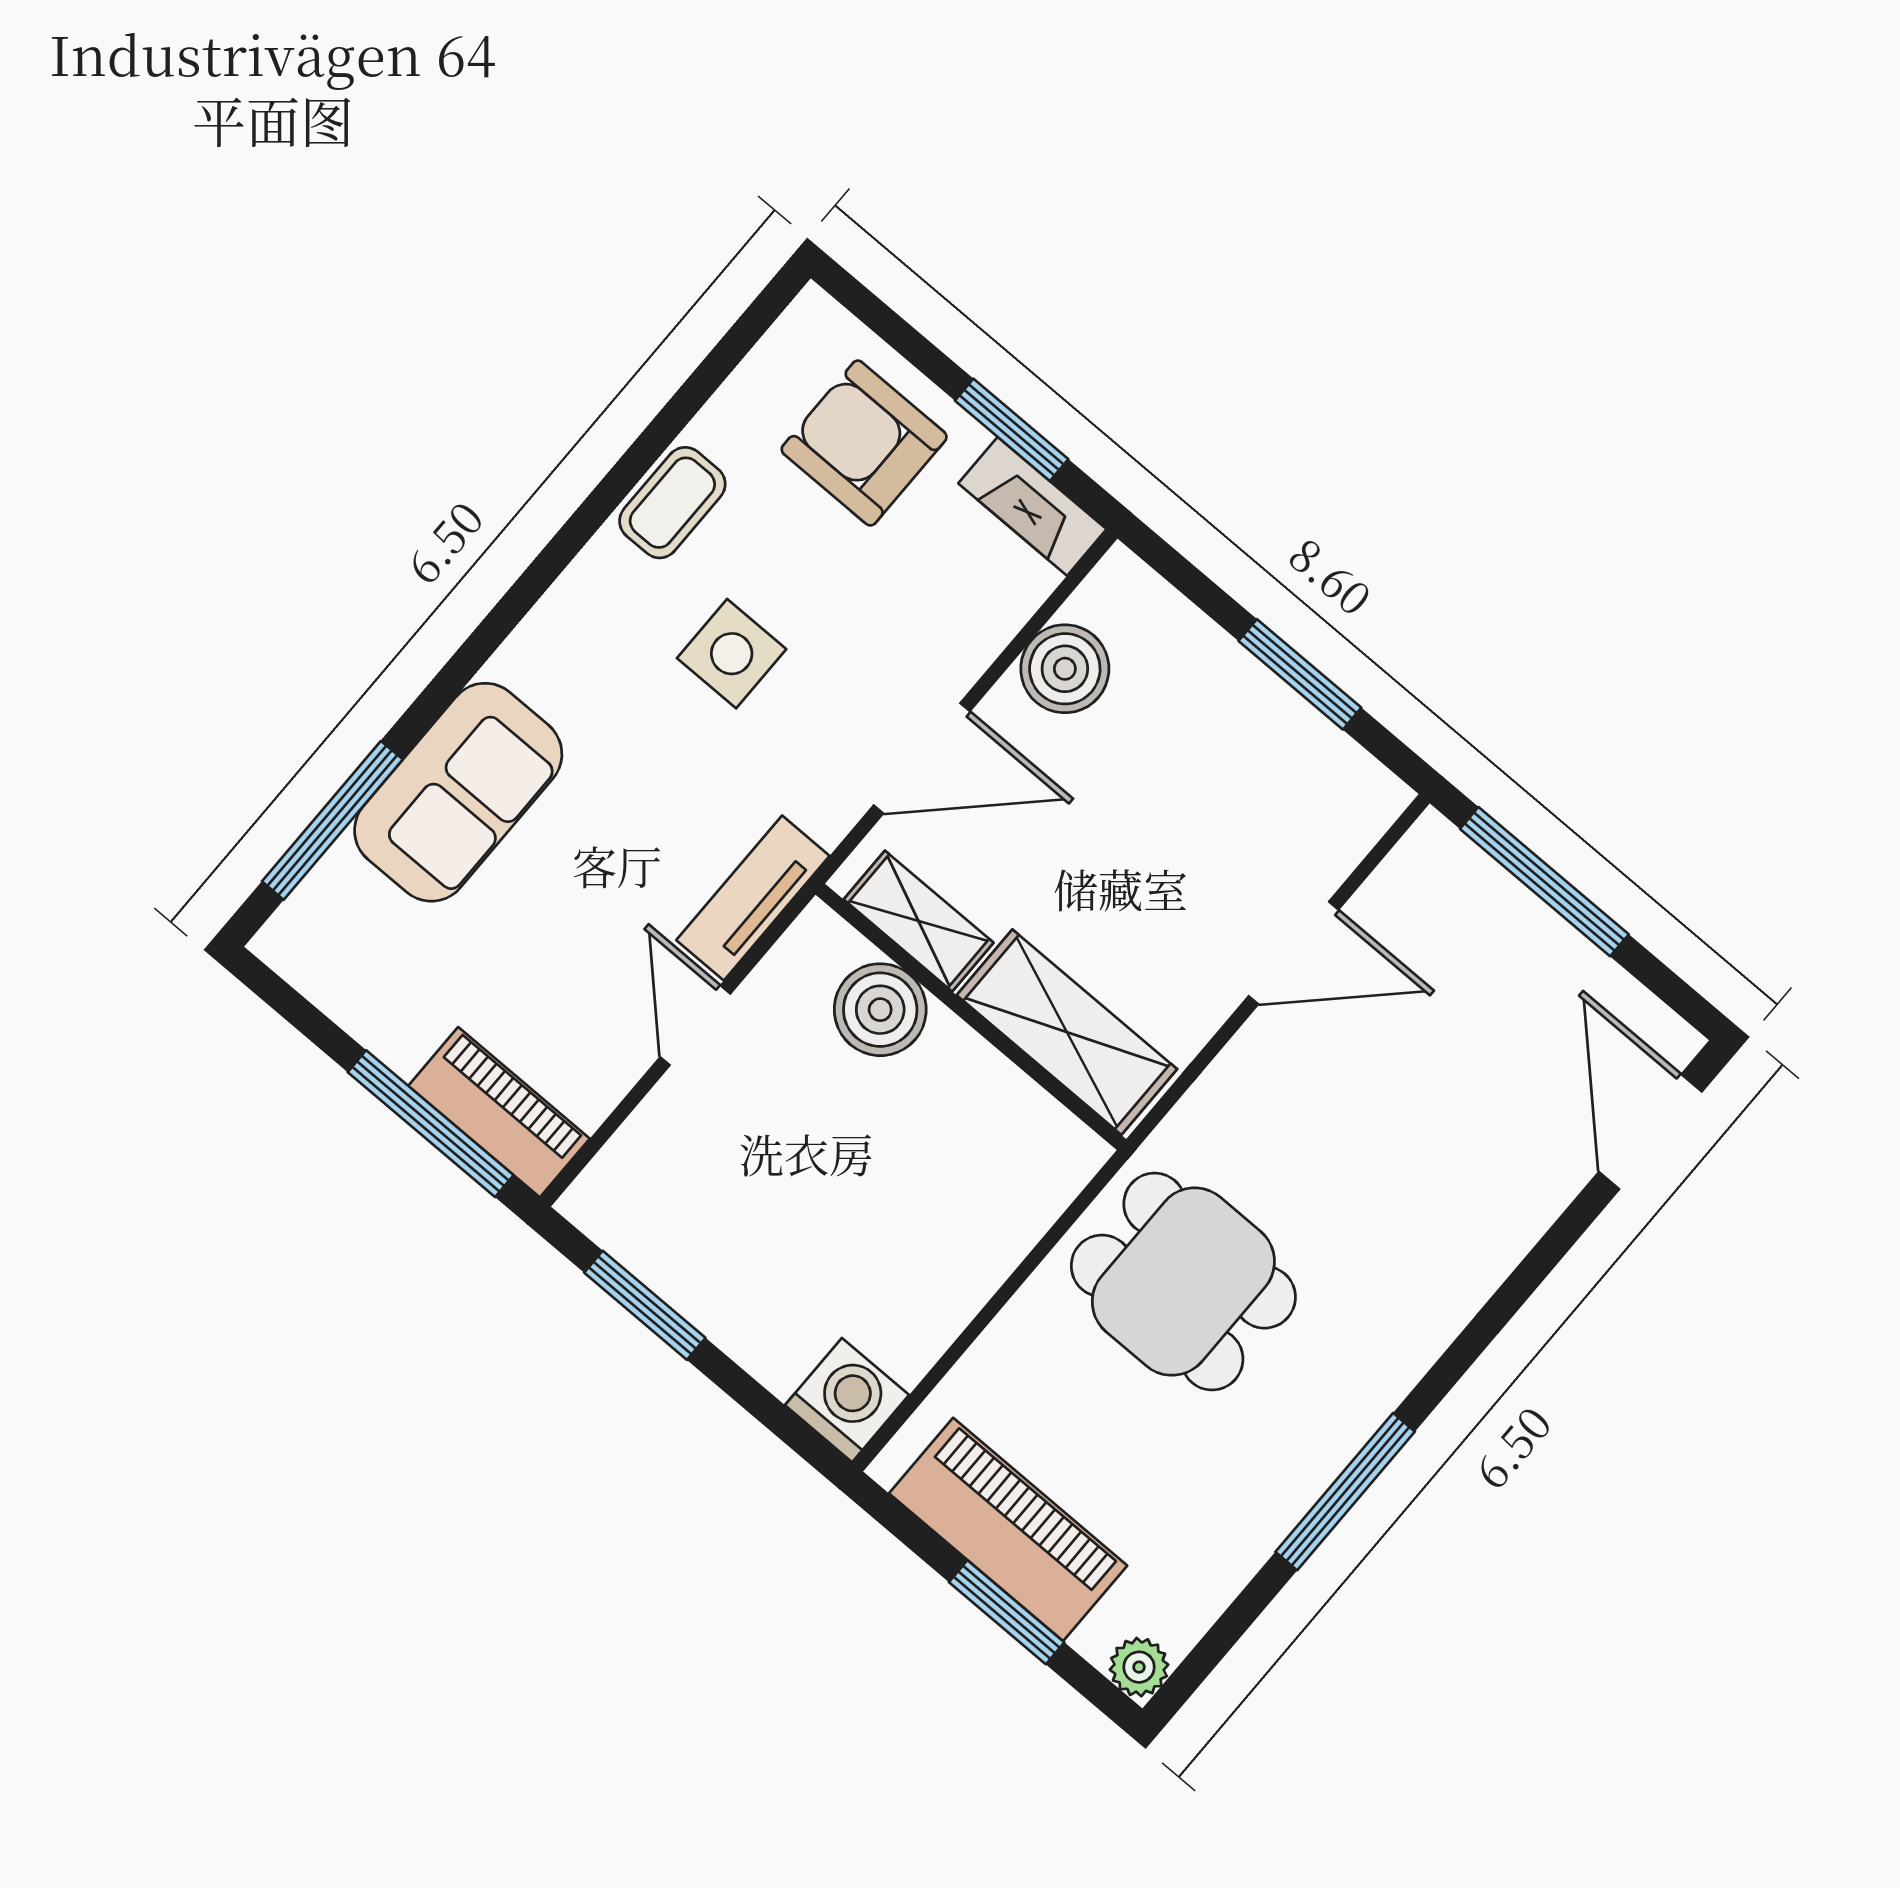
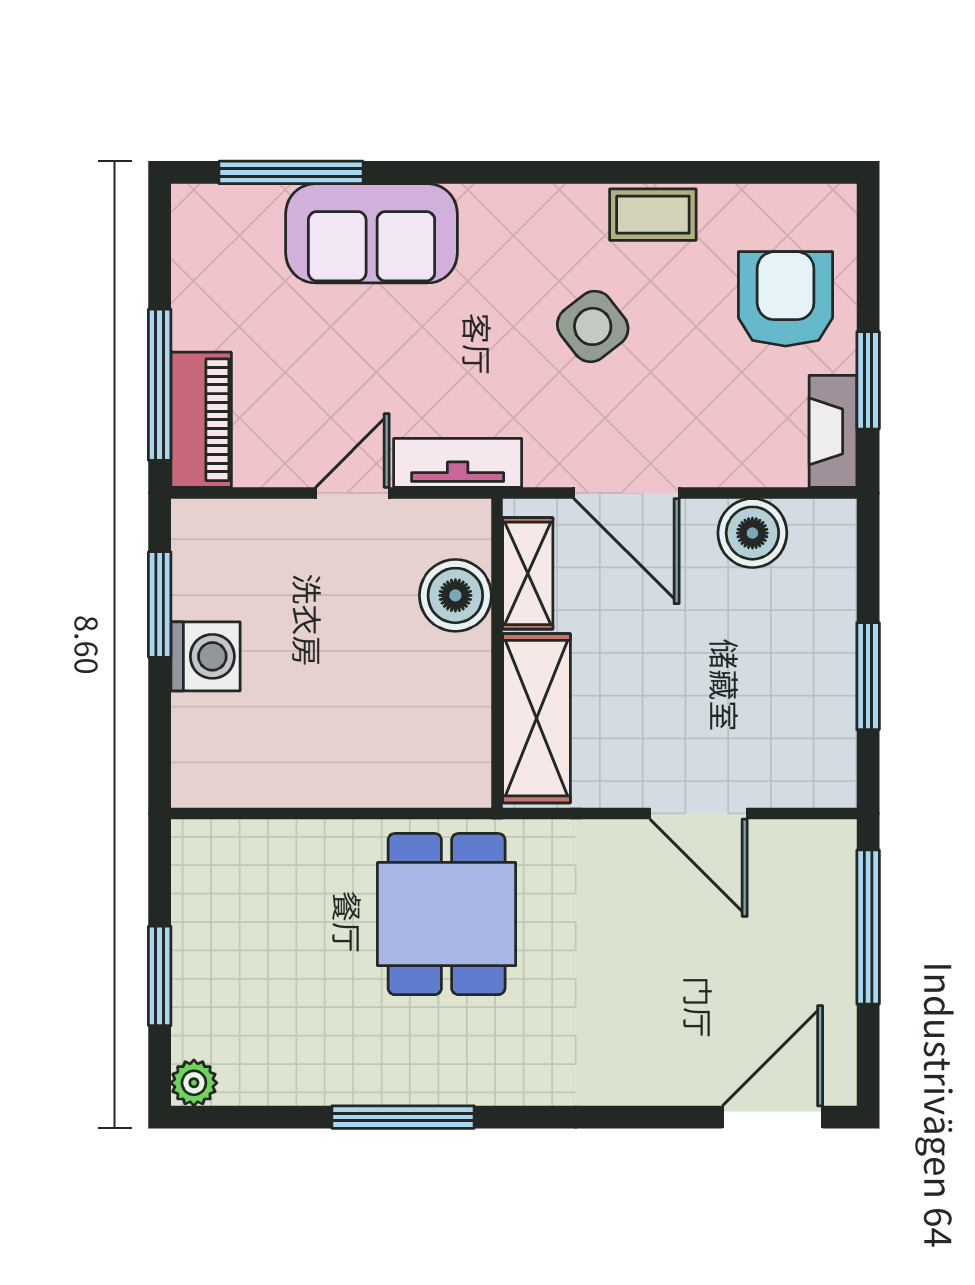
side table: (732, 654) -> (593, 326), turned -38
washing machine: (847, 1400) -> (205, 656), moved
piano: (1008, 1529) -> (210, 935), removed

